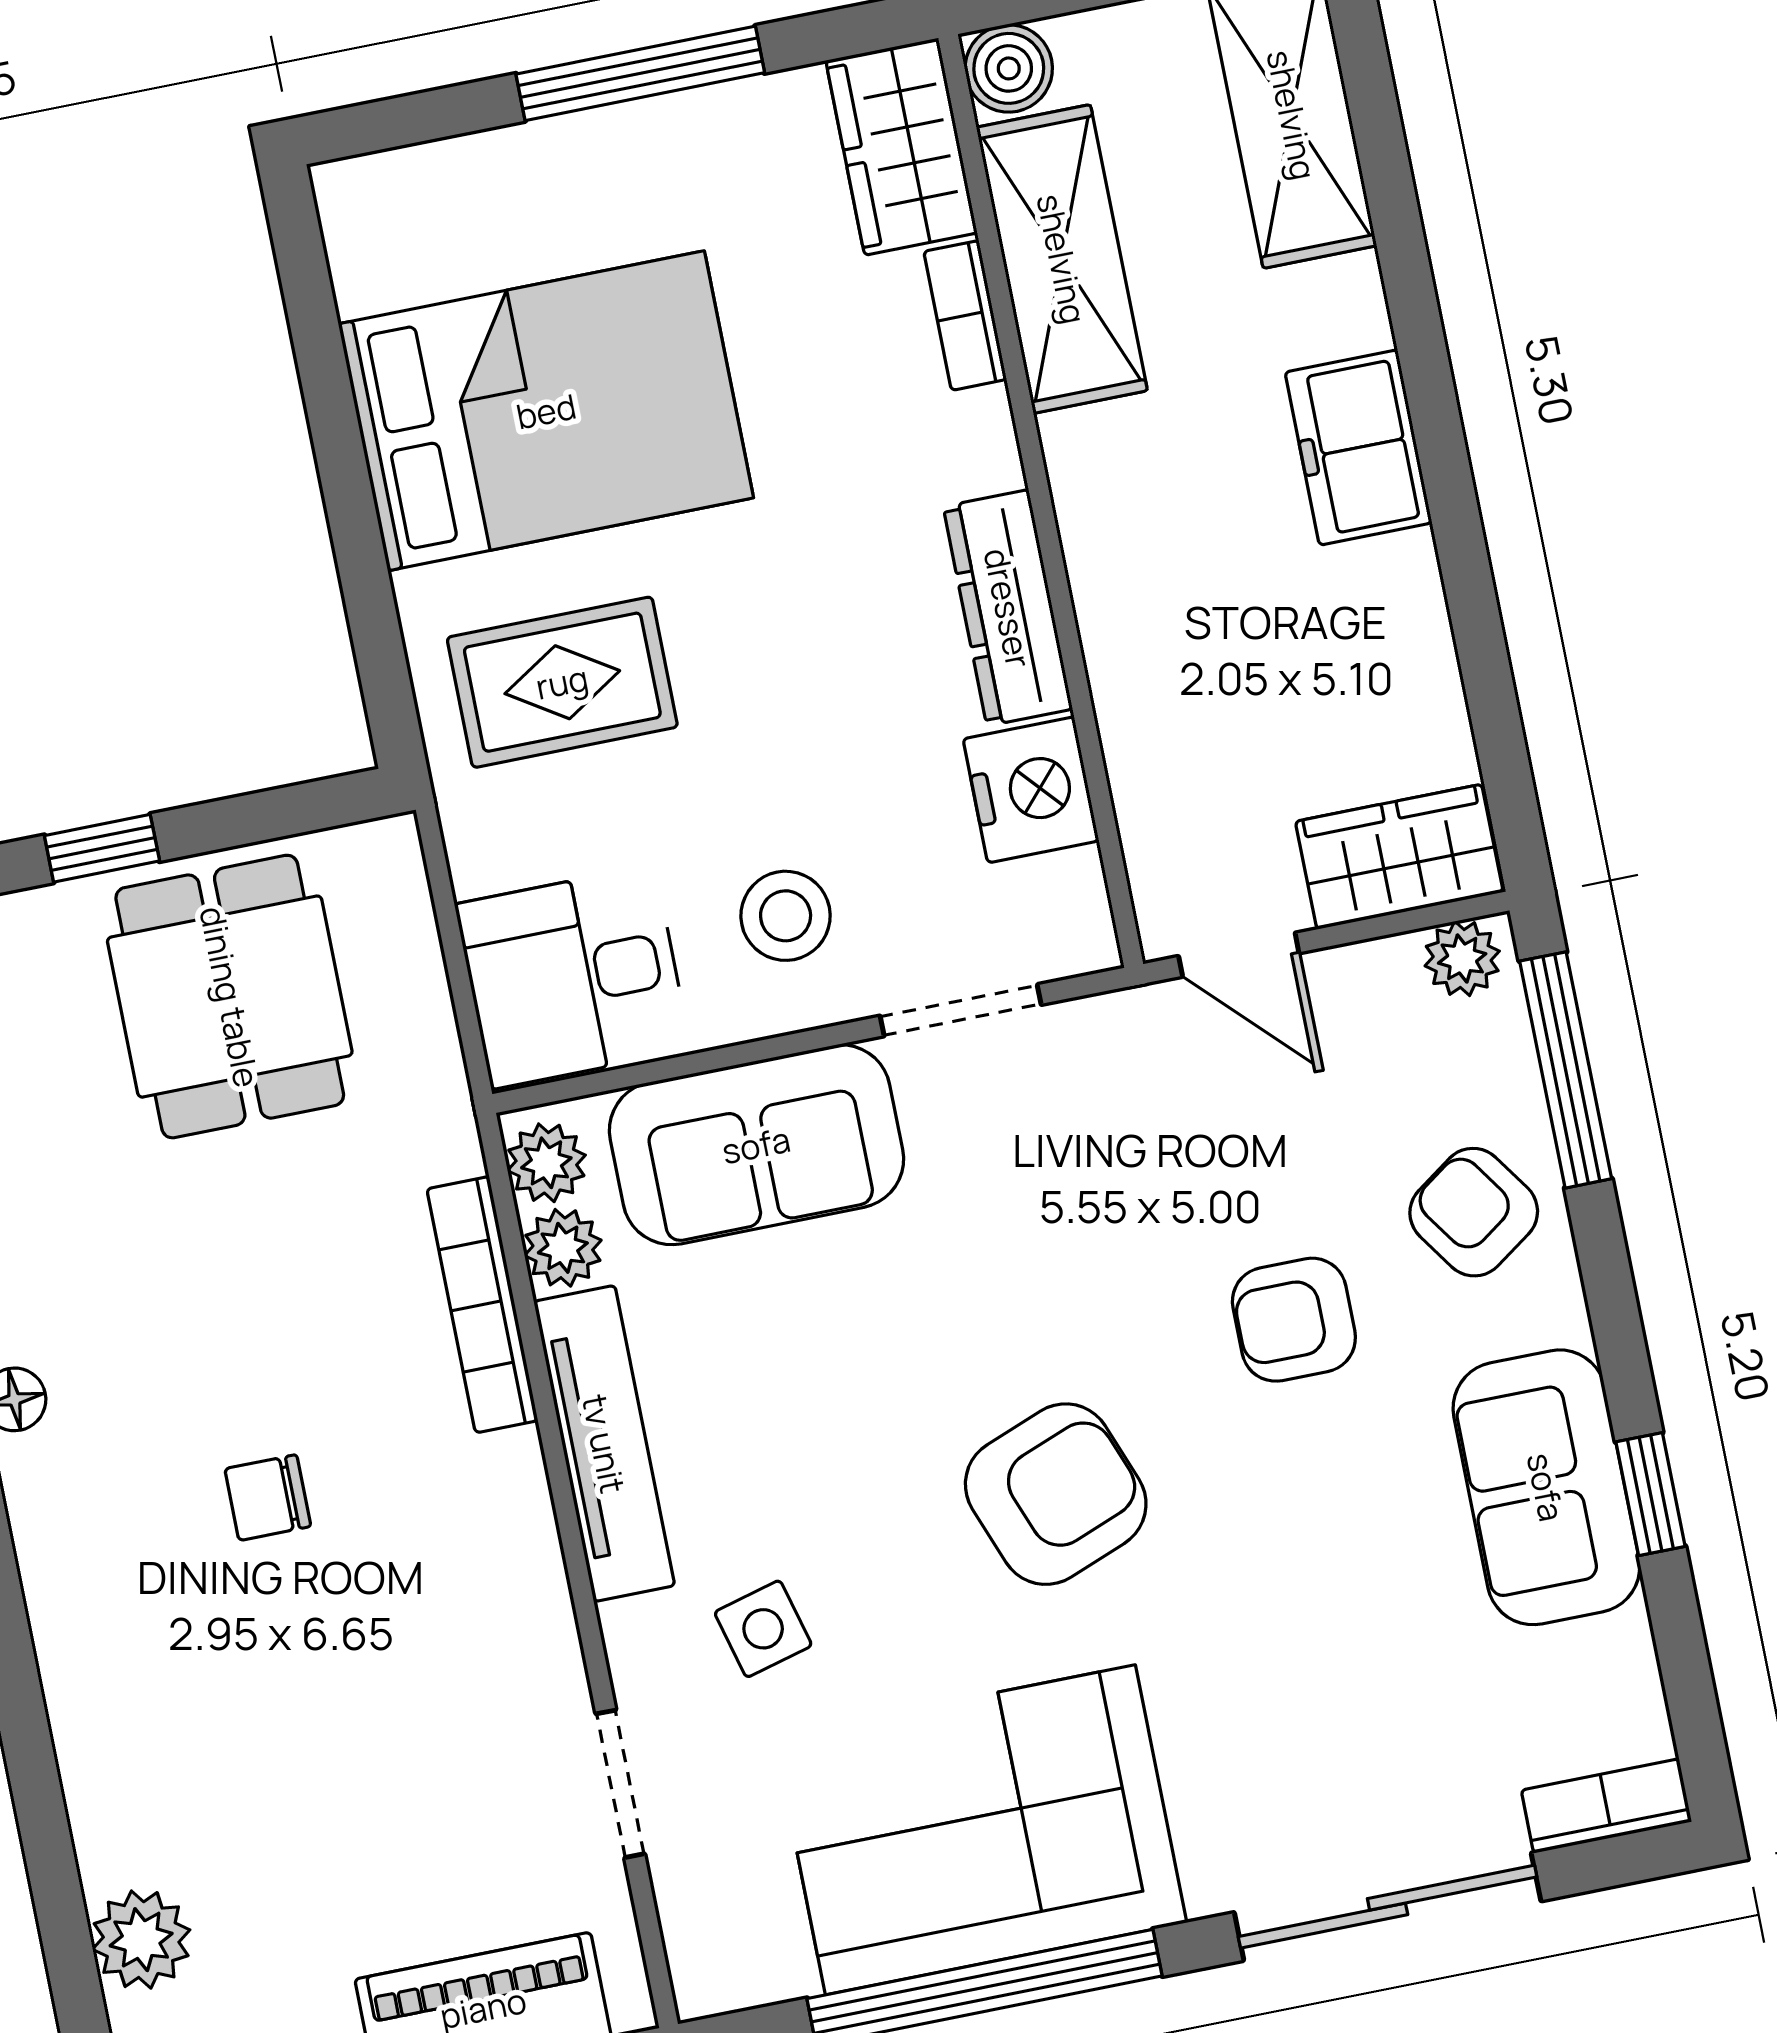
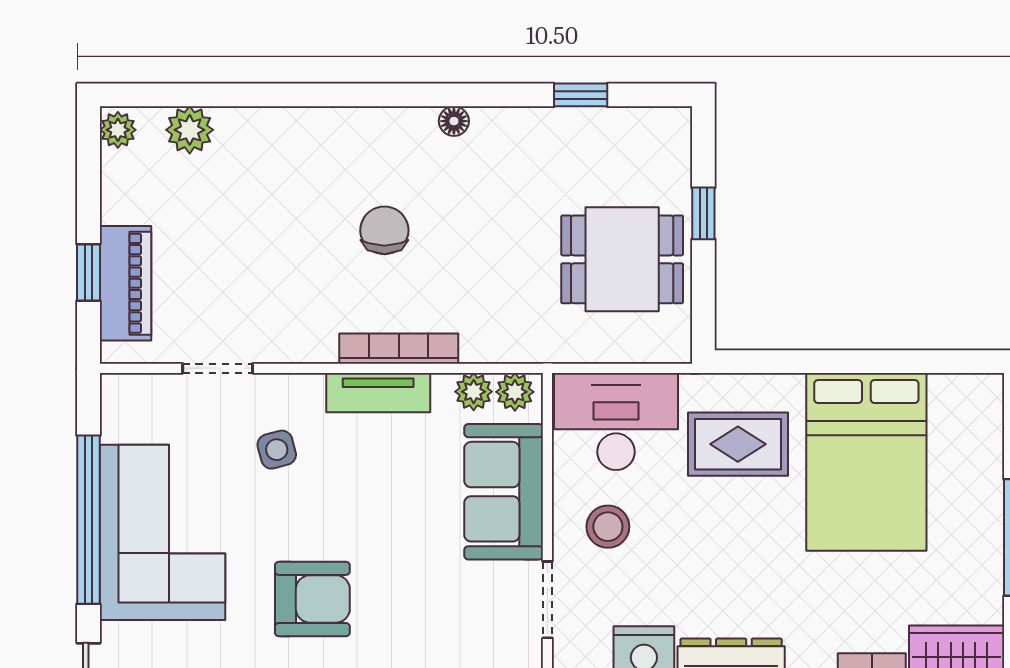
rug: (562, 682) -> (738, 444), turned 90
desk: (573, 977) -> (616, 422), width x1.37
bookcase: (482, 1305) -> (399, 349), moved
tv unit: (604, 1444) -> (378, 393), width x0.71
armchair: (1056, 1494) -> (312, 599), turned -69
chair: (268, 1498) -> (384, 230), width x1.37, depth x1.37

